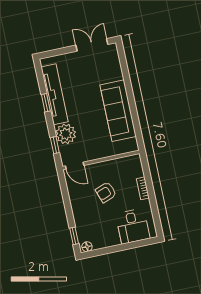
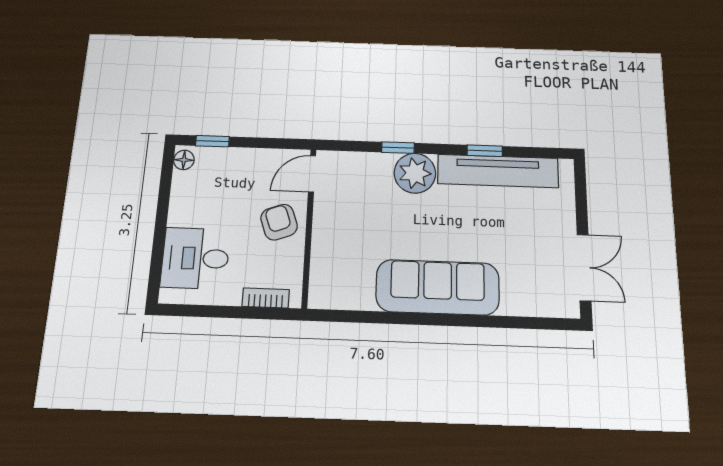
wall: (101, 160) -> (309, 227), moved
door: (75, 166) -> (312, 174), moved

